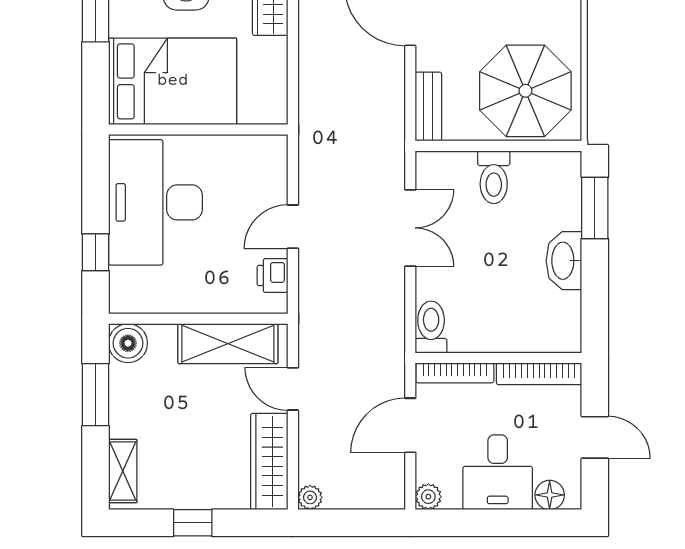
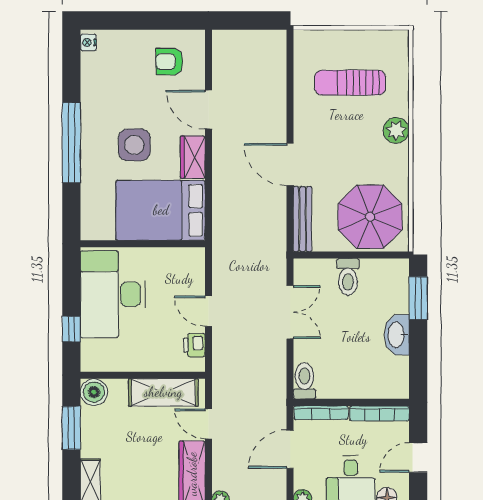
bed: (173, 81) -> (161, 210), moved, turned 180
bench: (428, 107) -> (303, 219), width x1.36
door: (293, 227) -> (208, 311), hinge flipped
door: (595, 437) -> (418, 458), swing flipped

